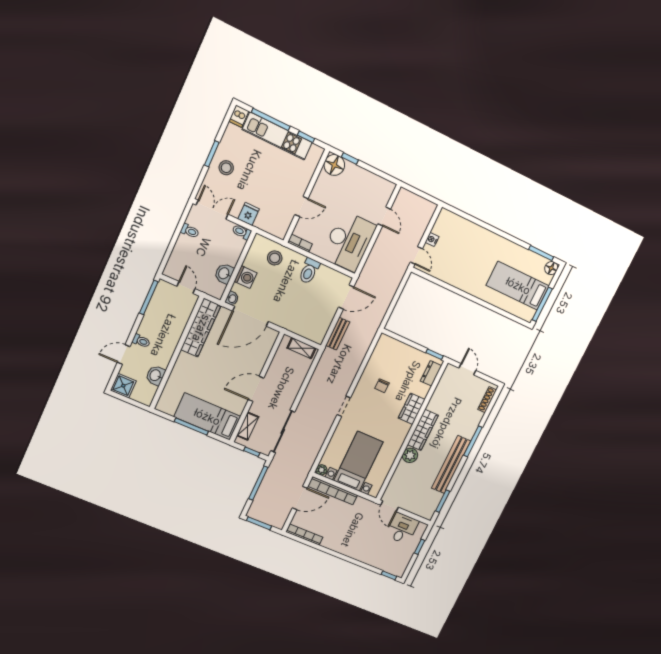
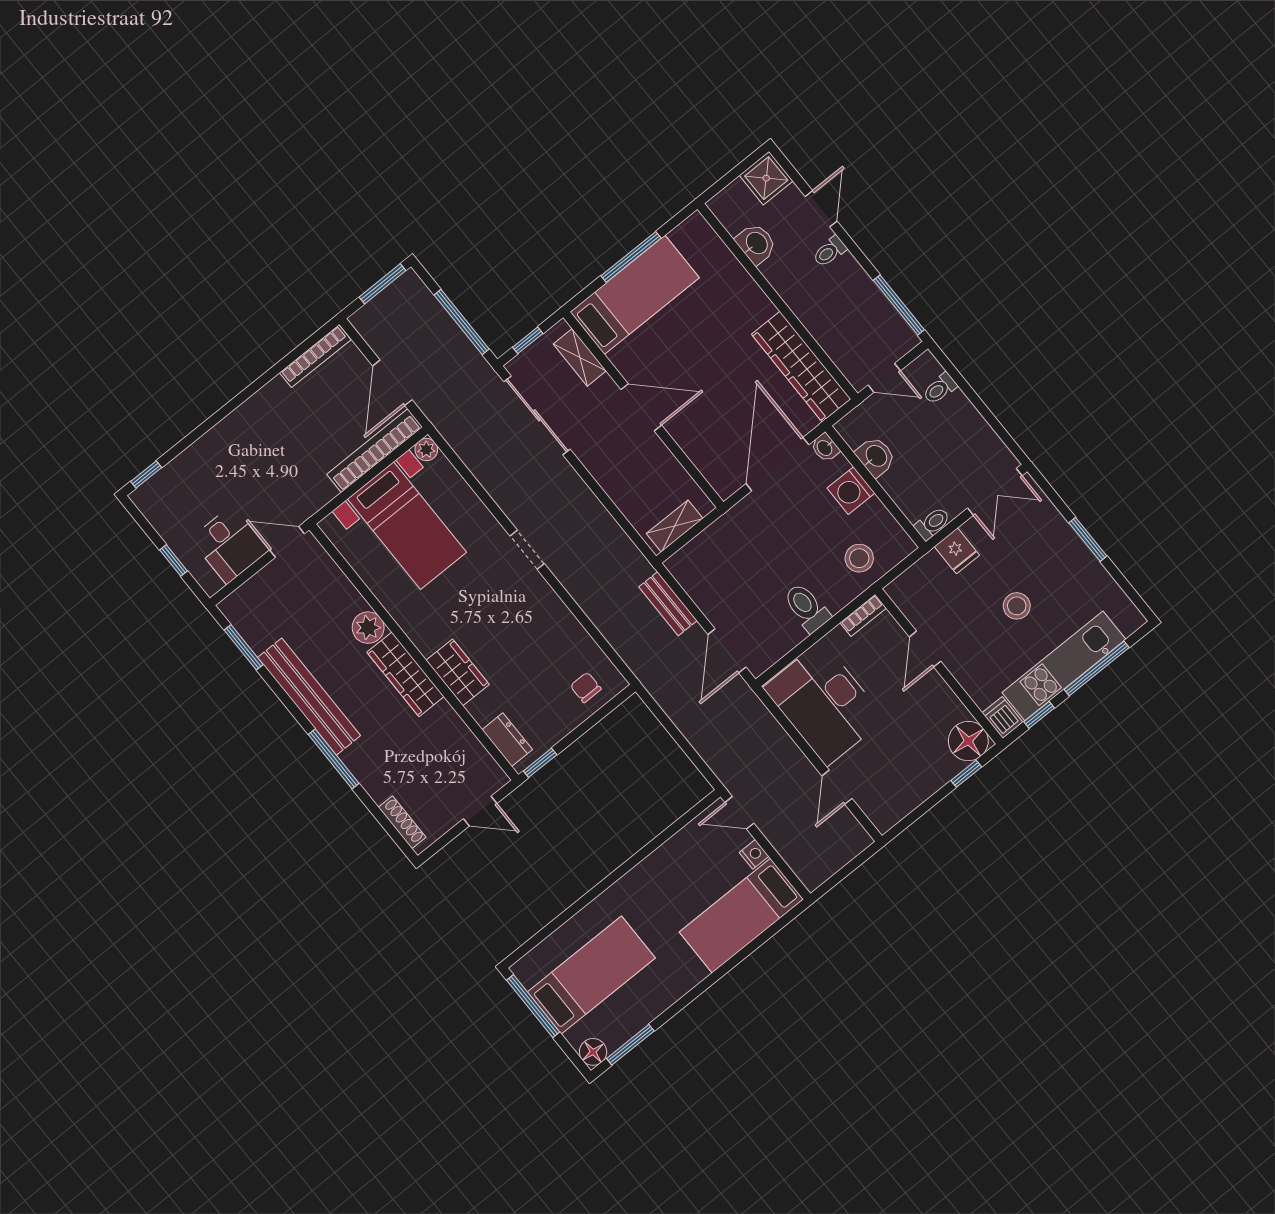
dishwasher: (239, 116) -> (1002, 717), moved
stool: (226, 168) -> (1017, 606), moved
door: (384, 216) -> (837, 787), hinge flipped
toilet: (190, 231) -> (940, 389), moved
bed: (462, 232) -> (741, 916), added
chair: (382, 386) -> (586, 687), moved
door: (256, 389) -> (641, 407), hinge flipped

